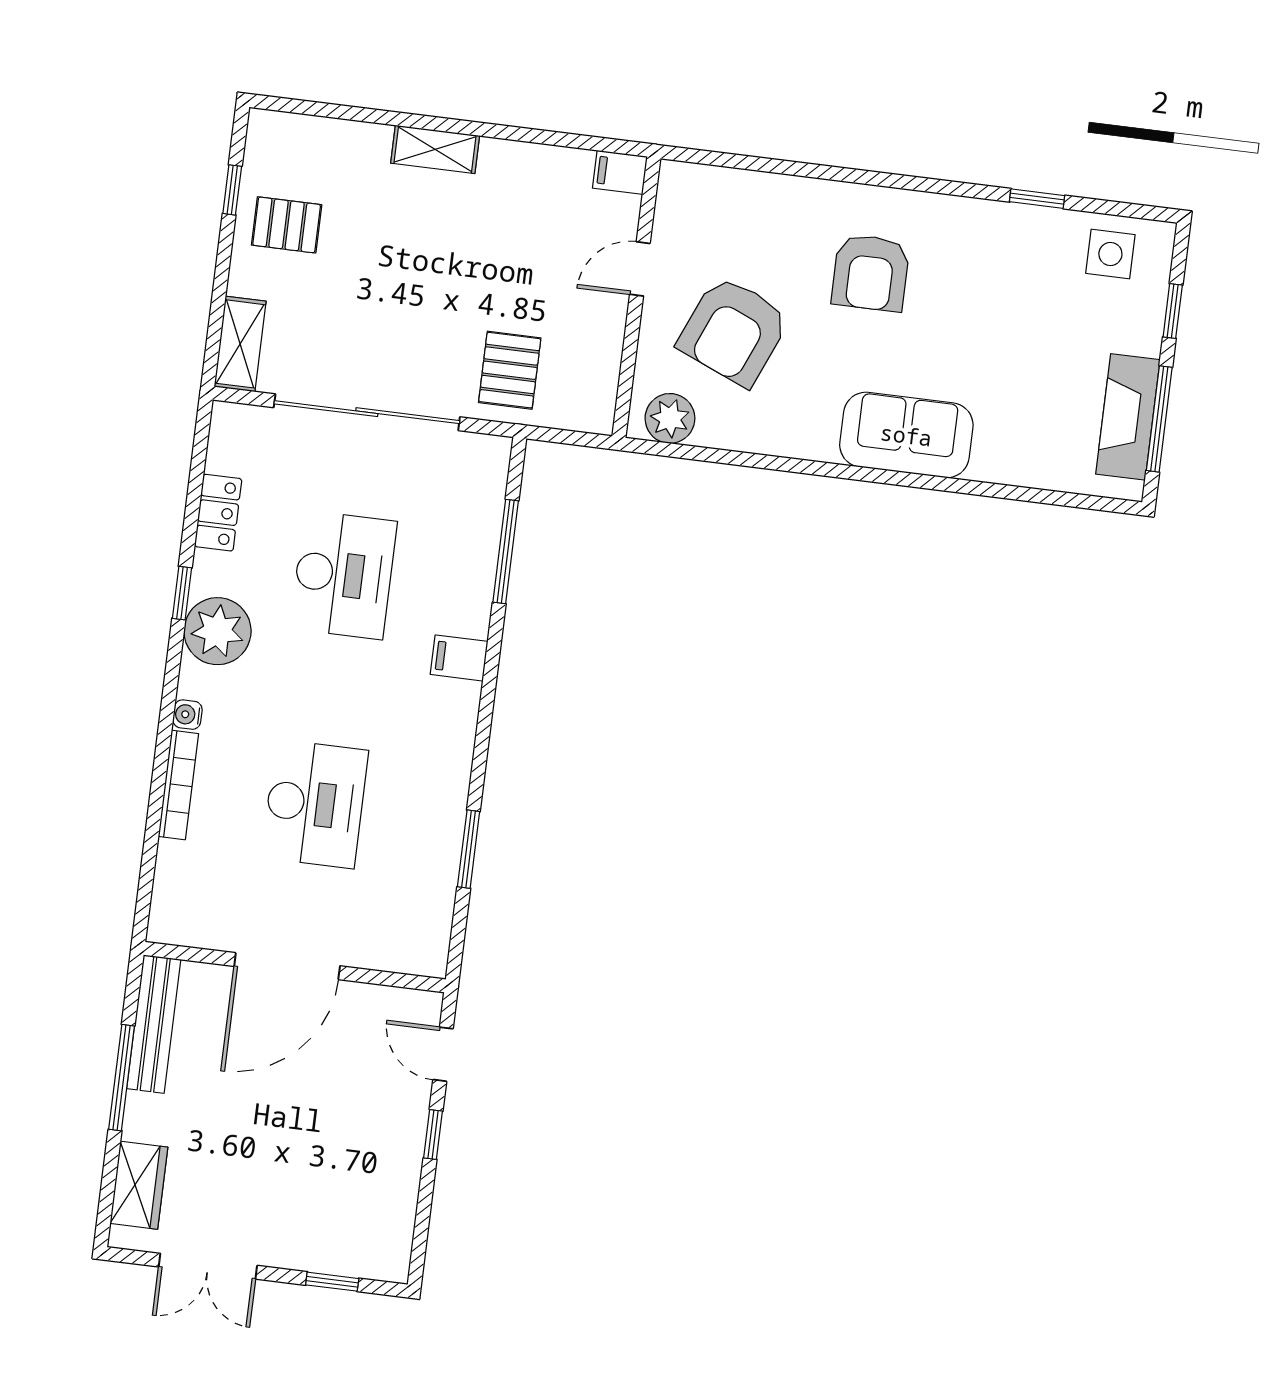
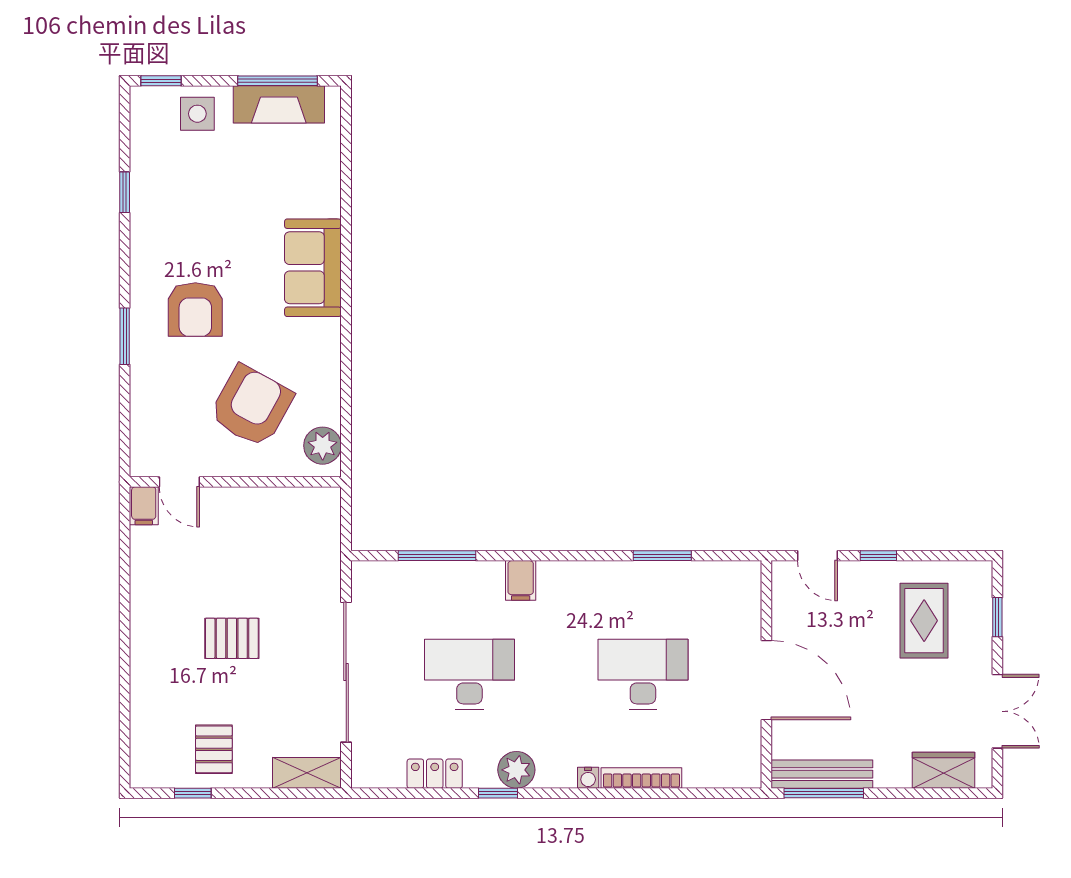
shelving: (435, 149) -> (144, 646), removed
window: (847, 175) -> (125, 336), added
side table: (1110, 254) -> (197, 114), moved
door: (640, 269) -> (179, 482), moved
armchair: (870, 273) -> (195, 310), turned 90
window: (1173, 311) -> (161, 81), moved
armchair: (734, 331) -> (251, 406), turned -84
pallet: (510, 370) -> (232, 638), moved
plant: (217, 631) -> (516, 770), width x0.73, depth x0.73
door: (443, 1054) -> (817, 556), hinge flipped
window: (122, 1078) -> (824, 793), moved
rug: (340, 1184) -> (924, 621), added

